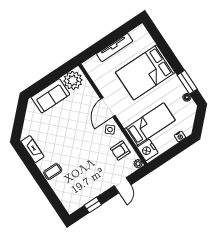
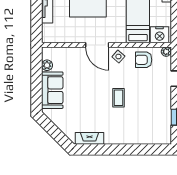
plant: (73, 80) -> (47, 65), width x0.53, depth x0.53
armchair: (120, 151) -> (144, 60), turned 90
coffee table: (53, 172) -> (119, 98), moved

